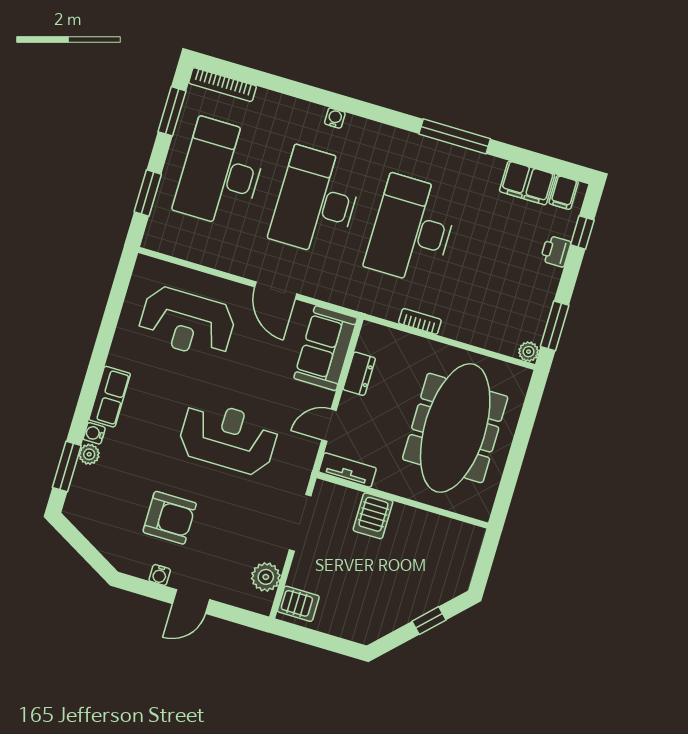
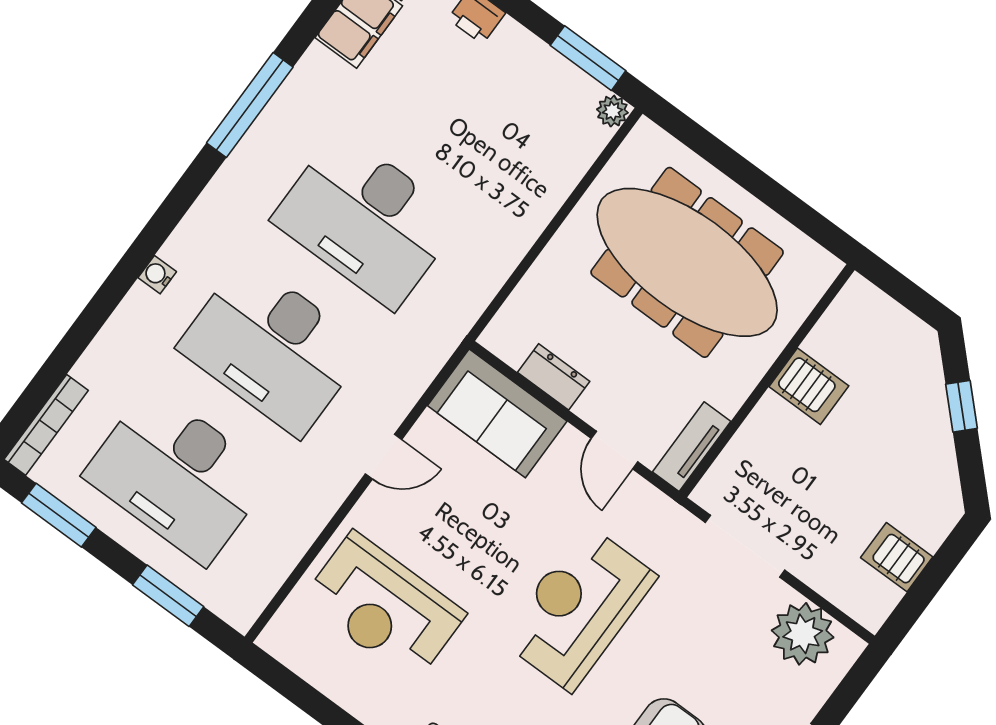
door: (276, 290) -> (383, 457), width x0.73
bookcase: (420, 321) -> (508, 257), removed
reception desk: (187, 323) -> (384, 607), turned 90
server rack: (373, 516) -> (809, 386), moved
plant: (266, 577) -> (803, 634), width x1.36, depth x1.36
server rack: (298, 604) -> (897, 557), moved, turned -90

